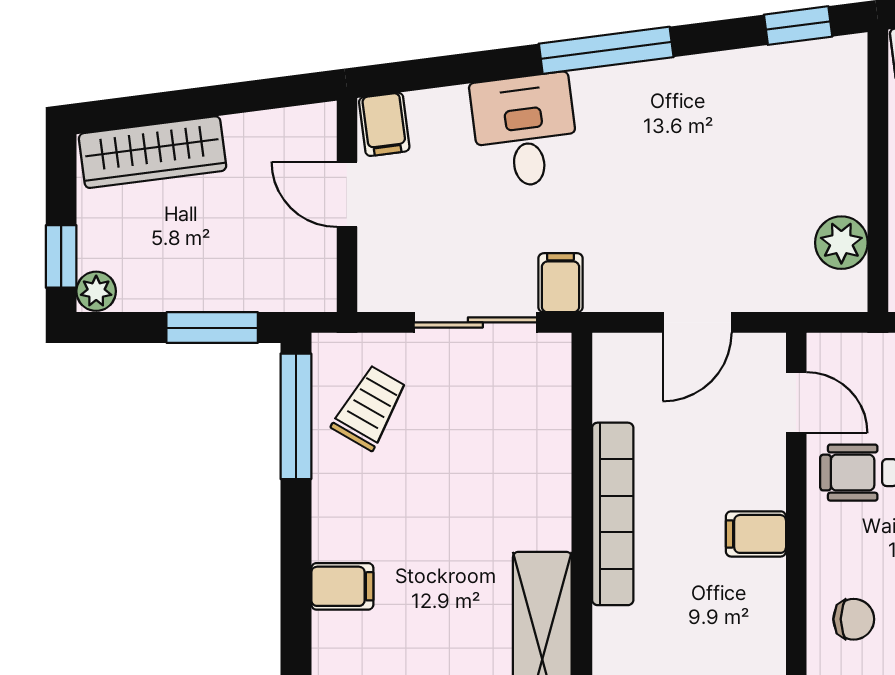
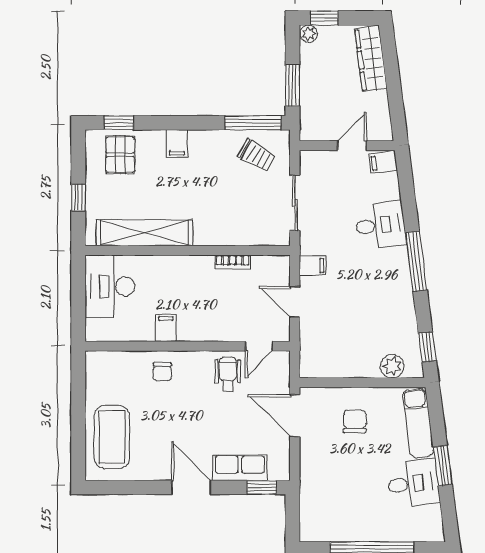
plant: (841, 243) -> (392, 366), moved
filing cabinet: (560, 283) -> (312, 266), moved
bookcase: (613, 514) -> (232, 262), width x0.43, depth x0.76
filing cabinet: (756, 534) -> (166, 328), moved

